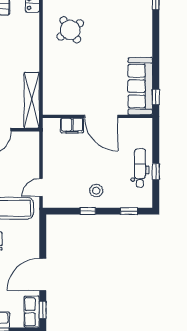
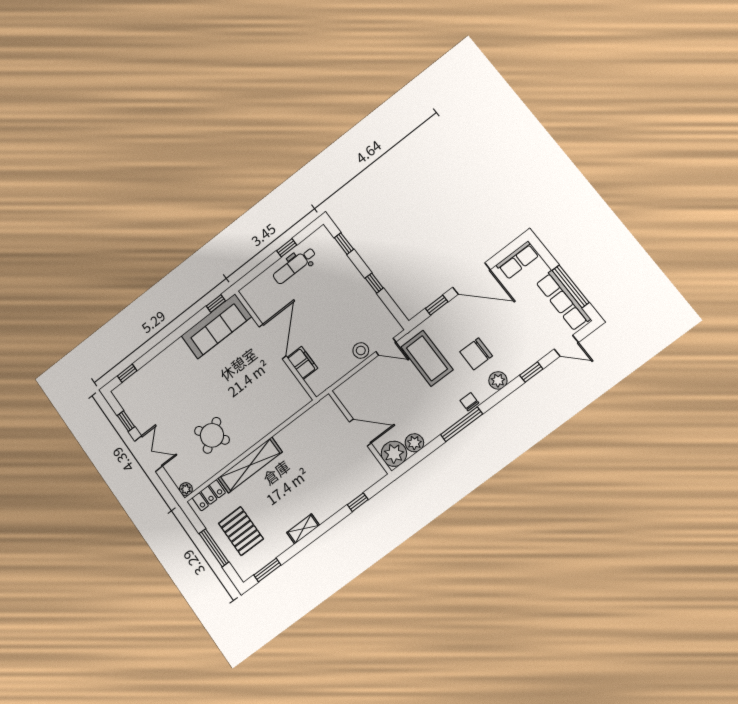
shelving: (32, 100) -> (250, 465), moved
stool: (96, 191) -> (361, 350), moved
window: (43, 310) -> (437, 305), moved

